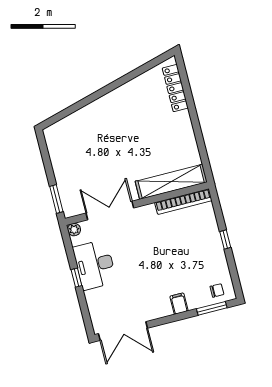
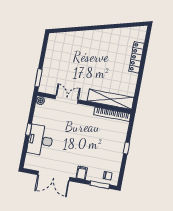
locker: (175, 88) -> (136, 57), moved
double door: (110, 210) -> (67, 99), width x0.73
desk: (95, 265) -> (40, 140), moved
double door: (123, 331) -> (54, 176), moved

